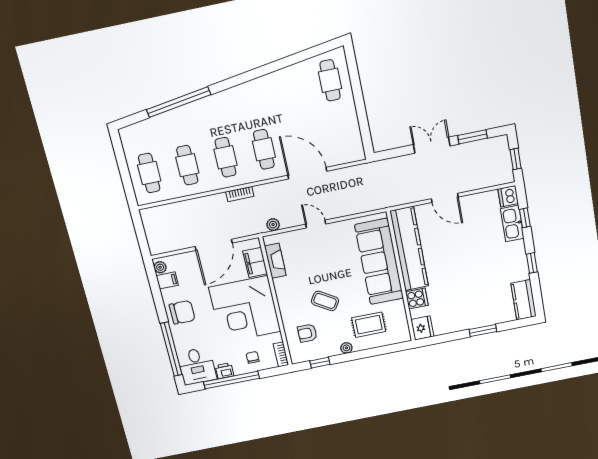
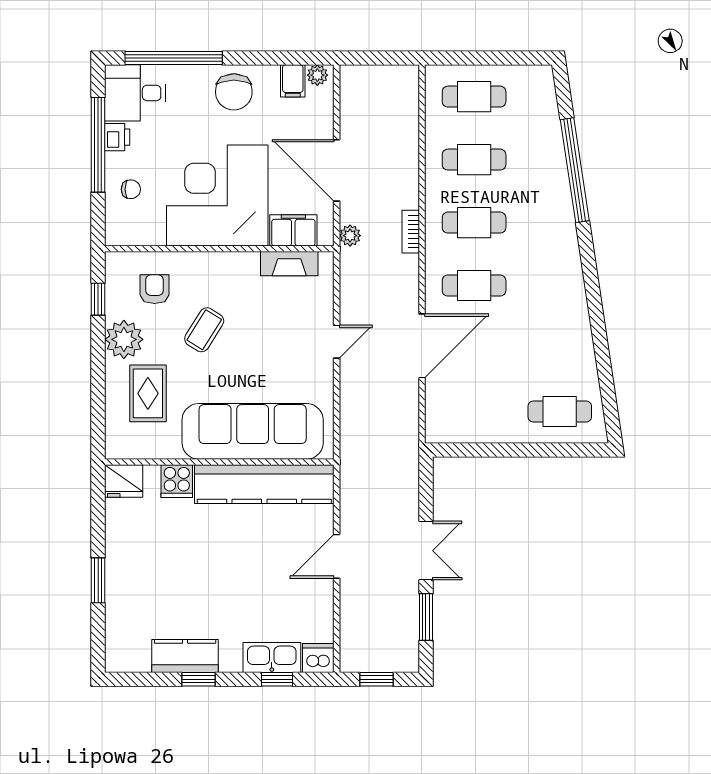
plant: (273, 225) -> (350, 236), moved
kitchen counter: (524, 300) -> (185, 656), moved
plant: (346, 348) -> (124, 339), width x1.87, depth x1.87
bookcase: (281, 354) -> (126, 237), removed

